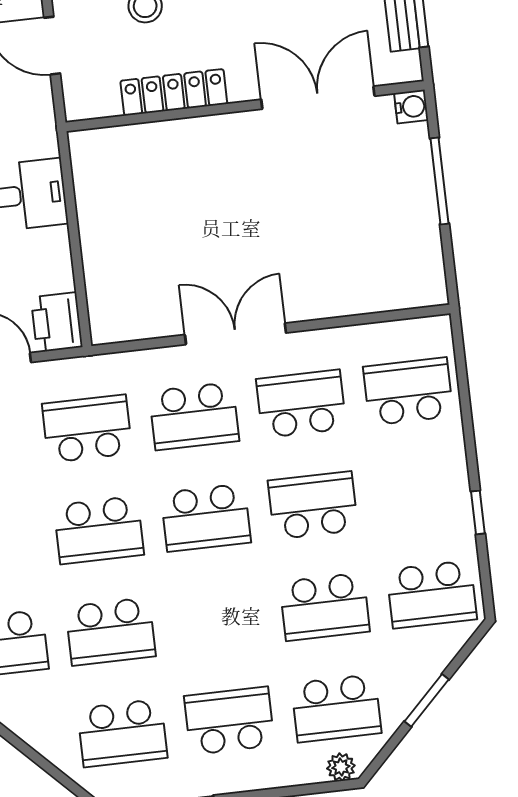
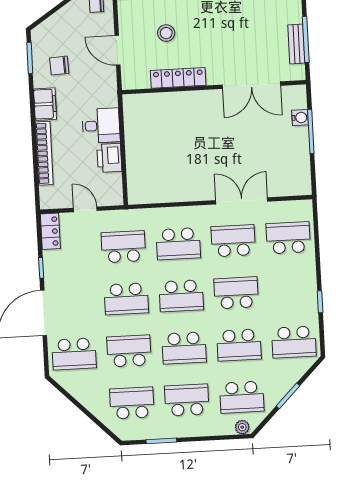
double door: (318, 98) -> (251, 85), swing flipped
water cooler: (411, 107) -> (300, 118), moved
printer: (57, 322) -> (109, 158), moved
double door: (235, 334) -> (242, 201), moved
school desk: (218, 619) -> (184, 348), added
school desk: (111, 632) -> (129, 351), turned 180
school desk: (122, 733) -> (132, 403), turned 180

